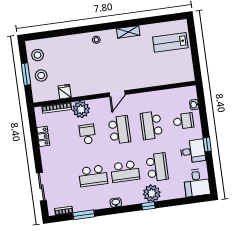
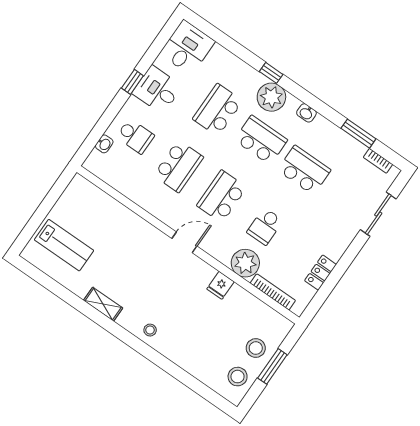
fridge: (65, 92) -> (220, 285), moved
school desk: (183, 121) -> (135, 136), turned 180
plant: (152, 193) -> (271, 97), moved

